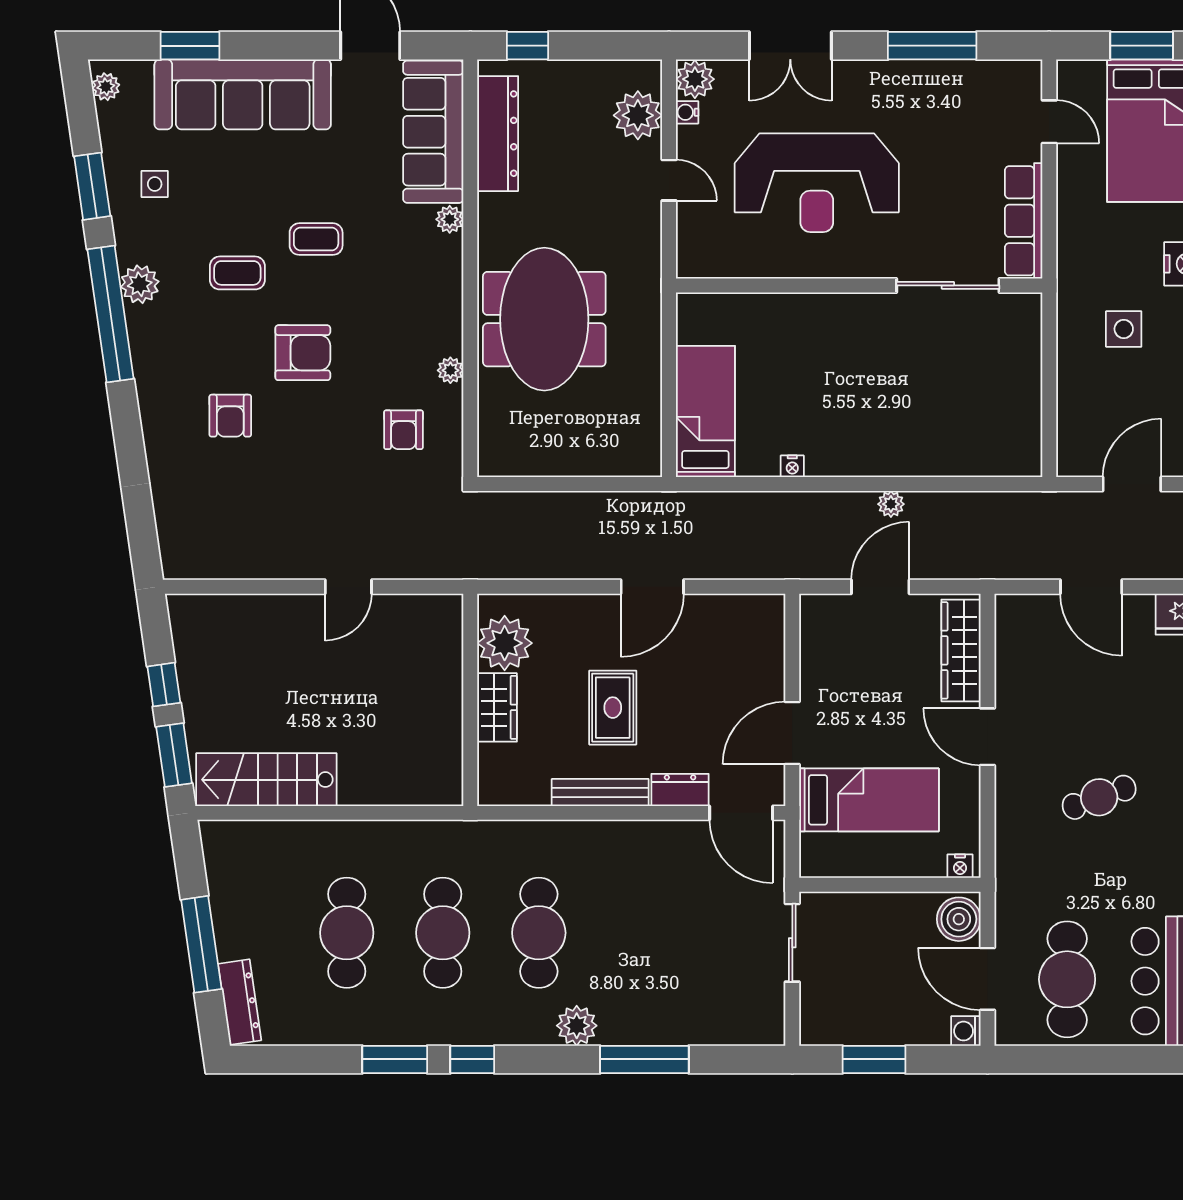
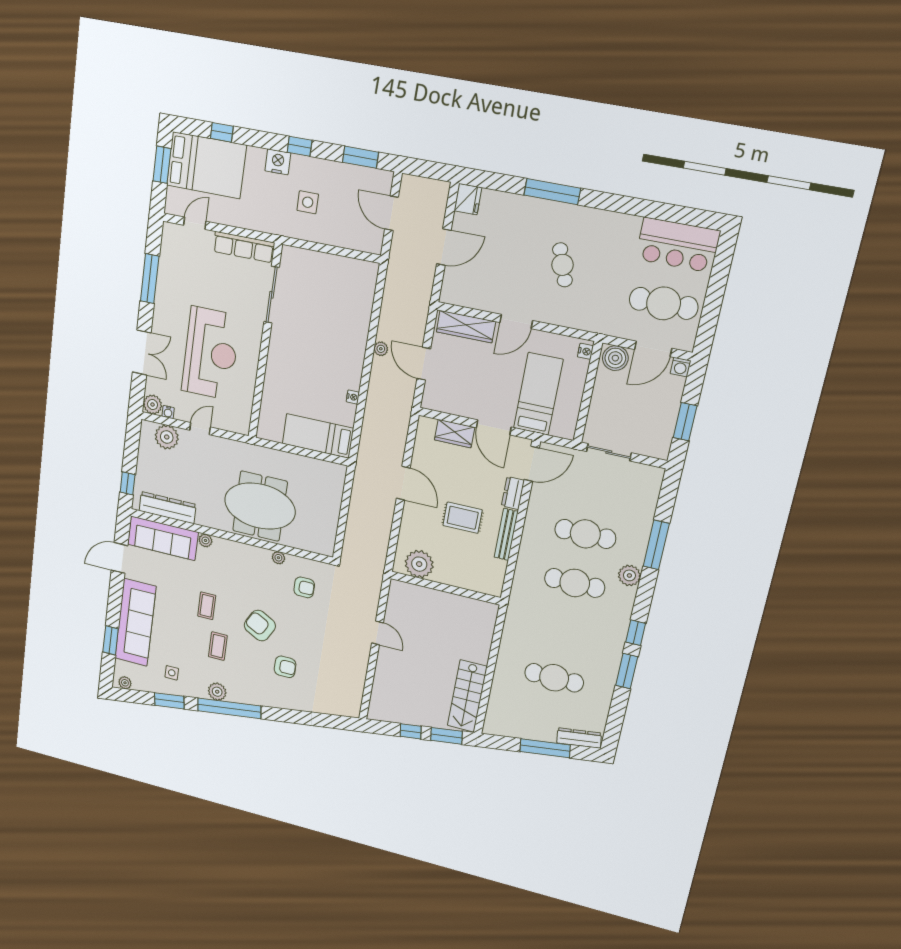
armchair: (303, 353) -> (260, 626), turned -62
wardrobe: (497, 707) -> (454, 434), moved, turned 180
cafe table: (443, 933) -> (585, 534), moved

